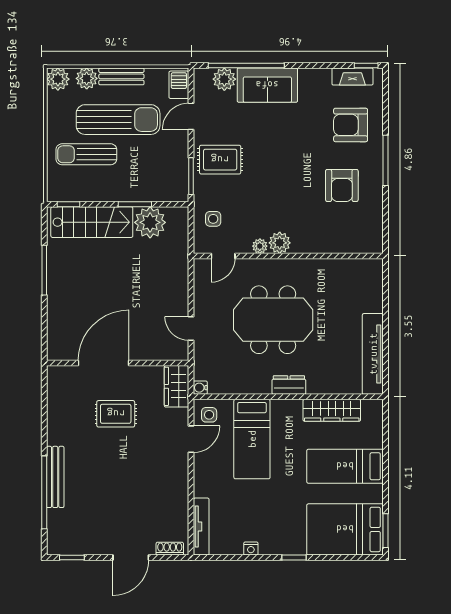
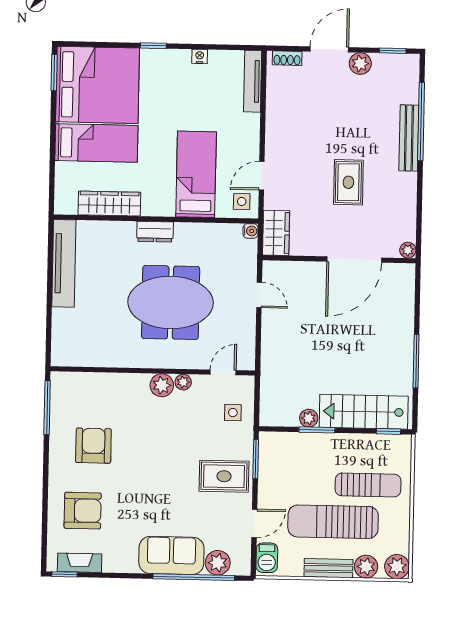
window: (386, 160) -> (47, 408), moved
plant: (150, 222) -> (309, 418), width x0.53, depth x0.53
plant: (54, 373) -> (408, 250), added
rug: (116, 414) -> (348, 182), moved, turned 90
bed: (345, 529) -> (98, 85), width x1.36
plant: (102, 545) -> (360, 64), added

